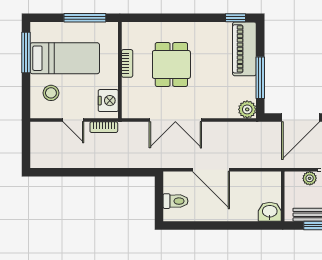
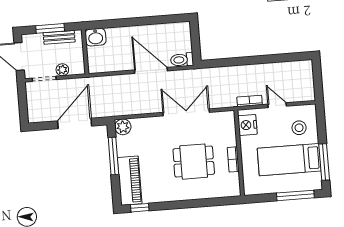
window: (85, 18) -> (295, 195), moved
dining table: (171, 64) -> (194, 162), turned 90
toilet: (176, 201) -> (182, 60), moved

